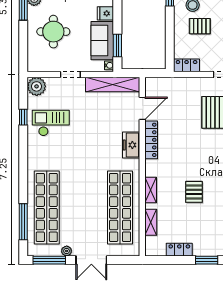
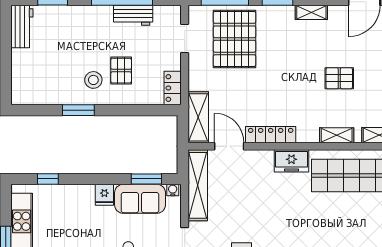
shelving: (164, 85) -> (198, 117), added
freezer: (131, 145) -> (291, 161), moved

